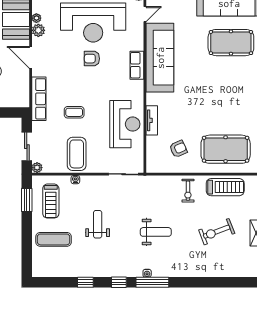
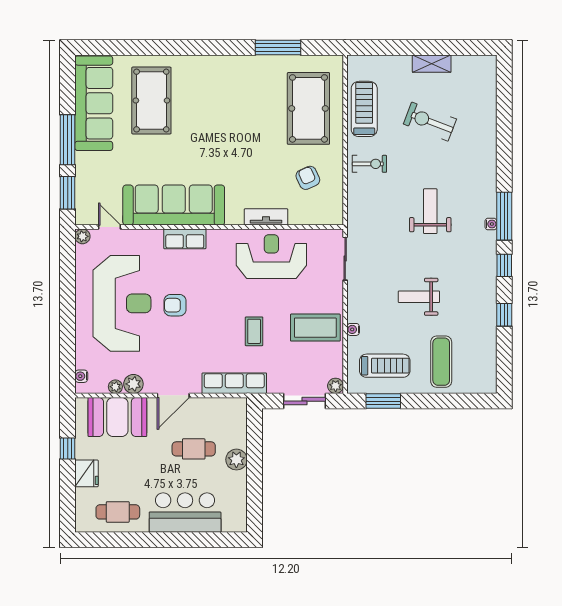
armchair: (92, 59) -> (175, 305), turned 90
exercise bike: (217, 232) -> (430, 122), turned 132

